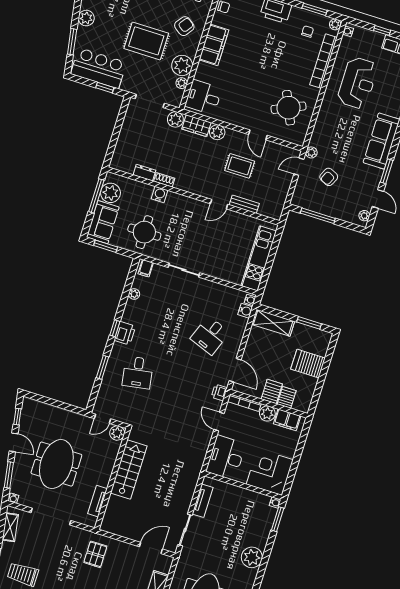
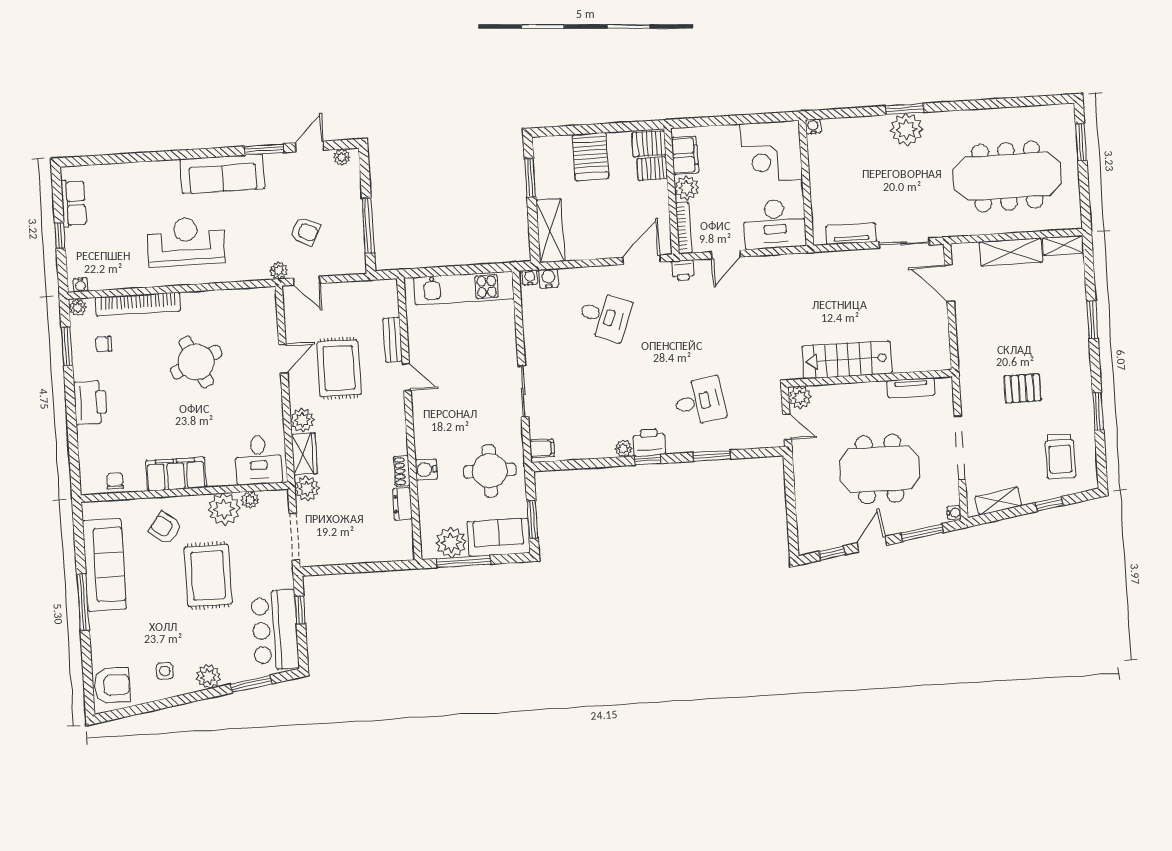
reception desk: (358, 83) -> (186, 242), moved
round table: (289, 108) -> (196, 362), moved
rug: (240, 166) -> (339, 368), width x1.36, depth x1.43
plant: (134, 294) -> (623, 448), moved
server rack: (272, 392) -> (649, 144), moved
window: (278, 519) -> (905, 109), moved
pallet: (95, 554) -> (1023, 388), moved

